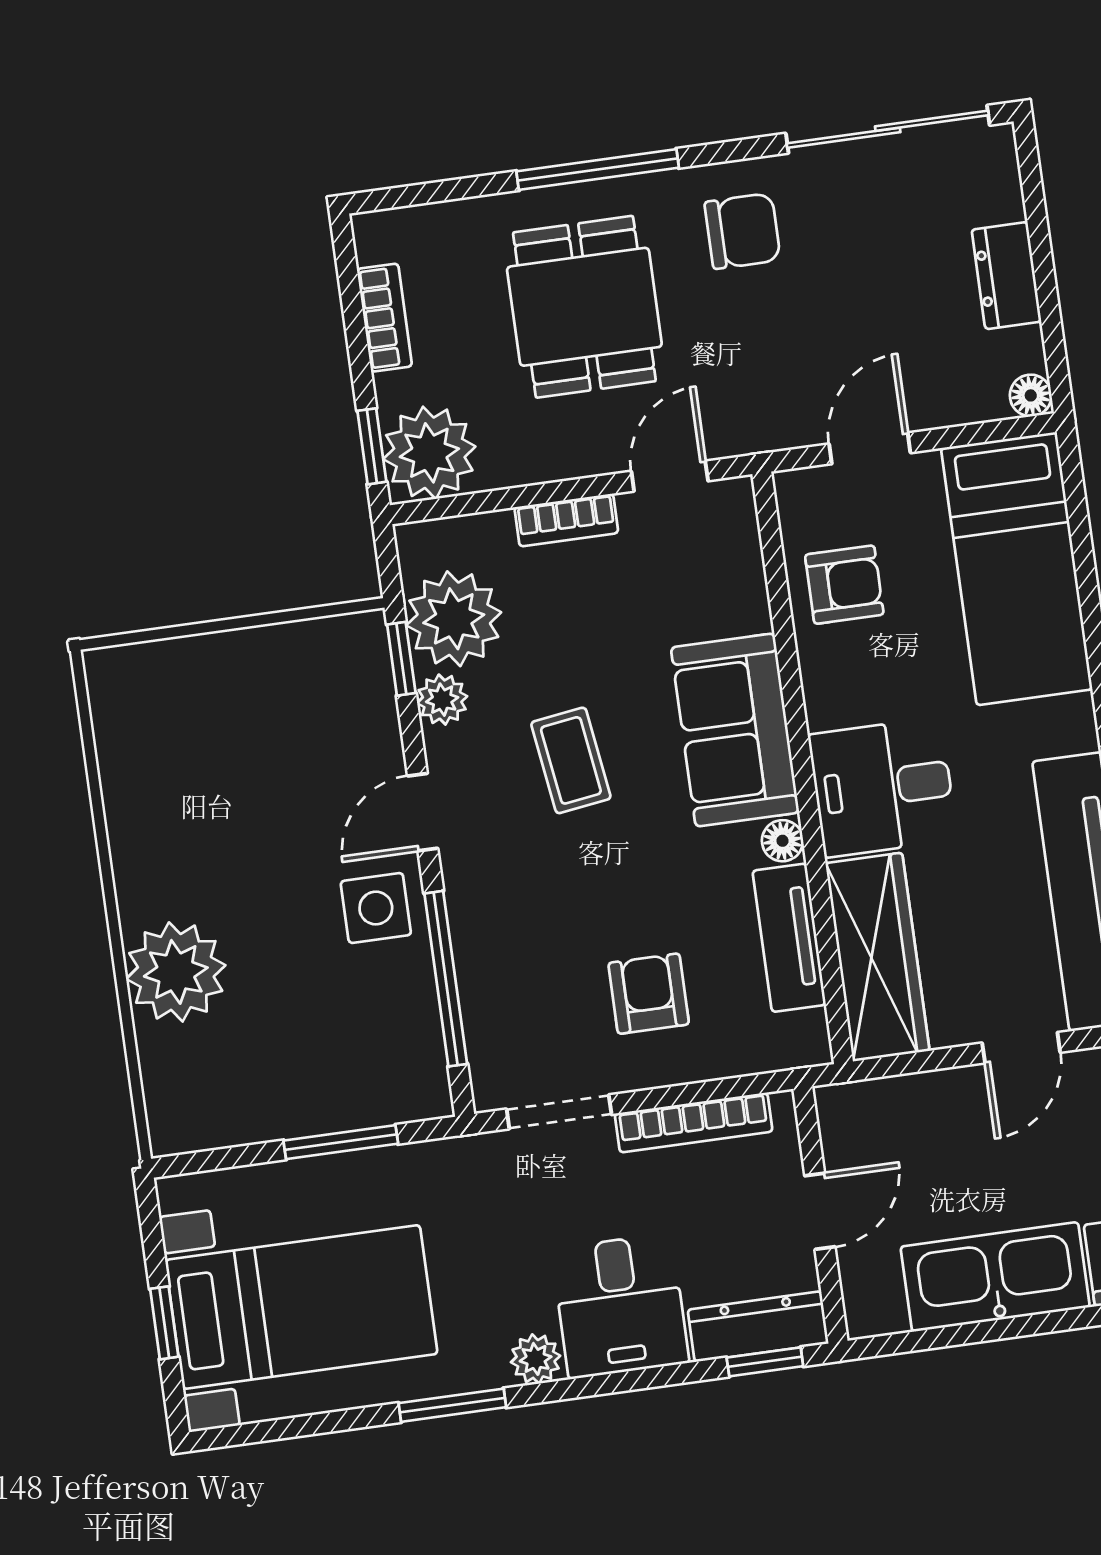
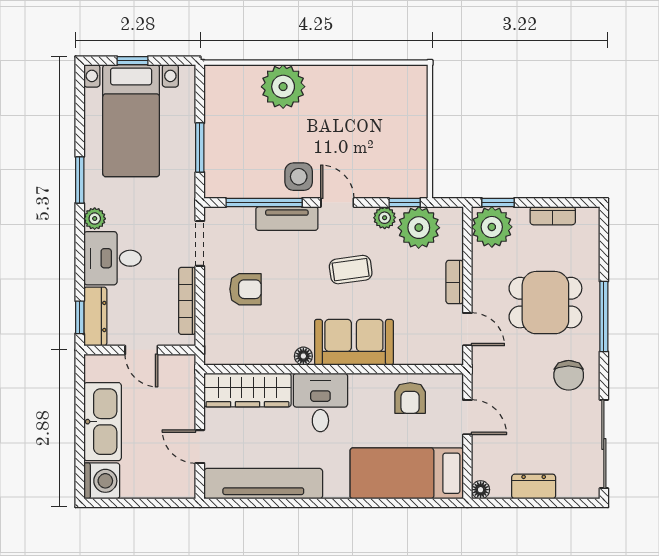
tv unit: (789, 938) -> (287, 219), moved, turned 180

